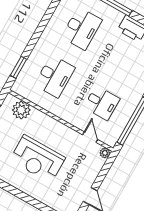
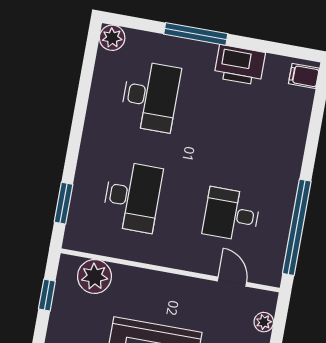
desk: (102, 103) -> (231, 215), turned 180
plant: (105, 153) -> (264, 322), moved

